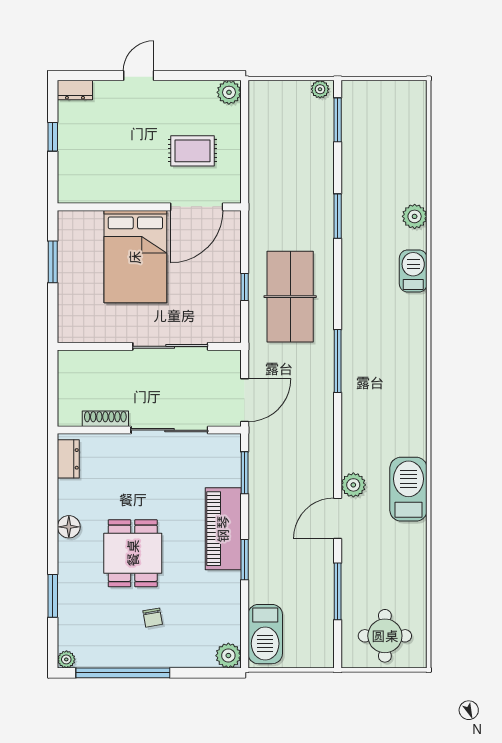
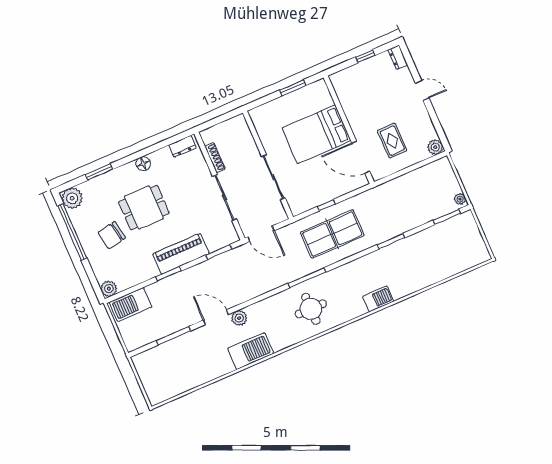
plant: (415, 216) -> (410, 286), removed
chair: (153, 618) -> (112, 235), width x1.87, depth x1.87
round table: (385, 636) -> (311, 309), moved
plant: (66, 659) -> (72, 198), width x1.88, depth x1.88

